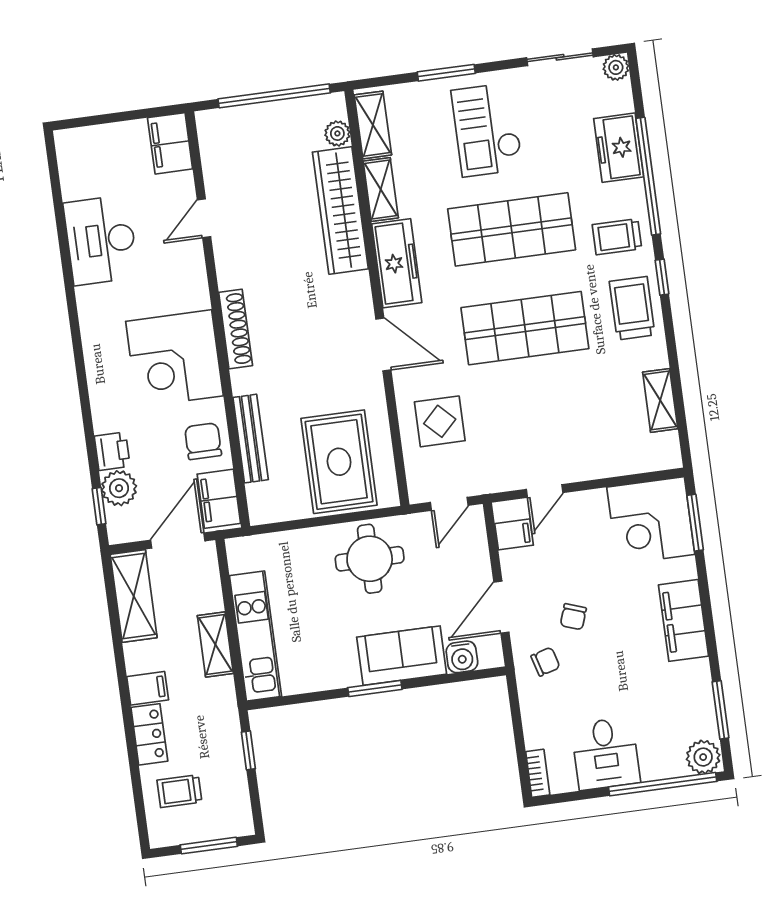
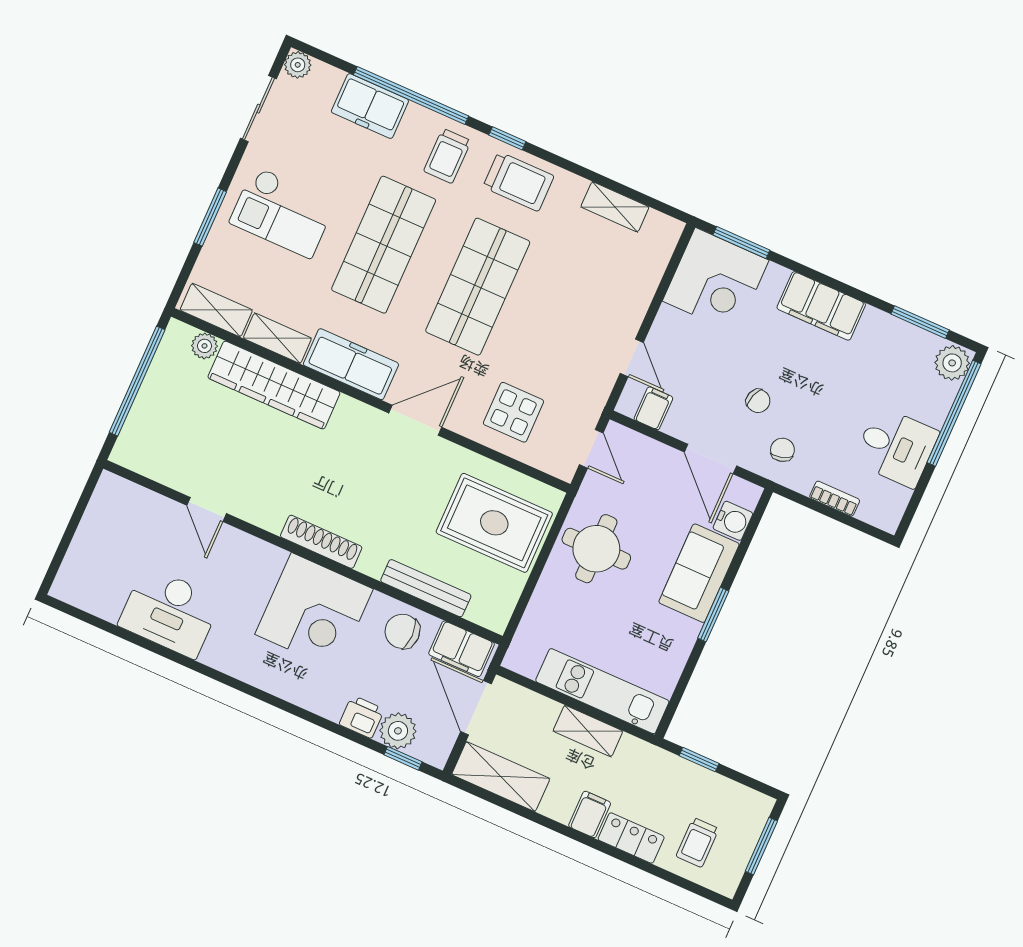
filing cabinet: (170, 143) -> (122, 498), removed
trolley: (632, 308) -> (518, 181), turned 180
bookcase: (538, 773) -> (835, 499), moved

